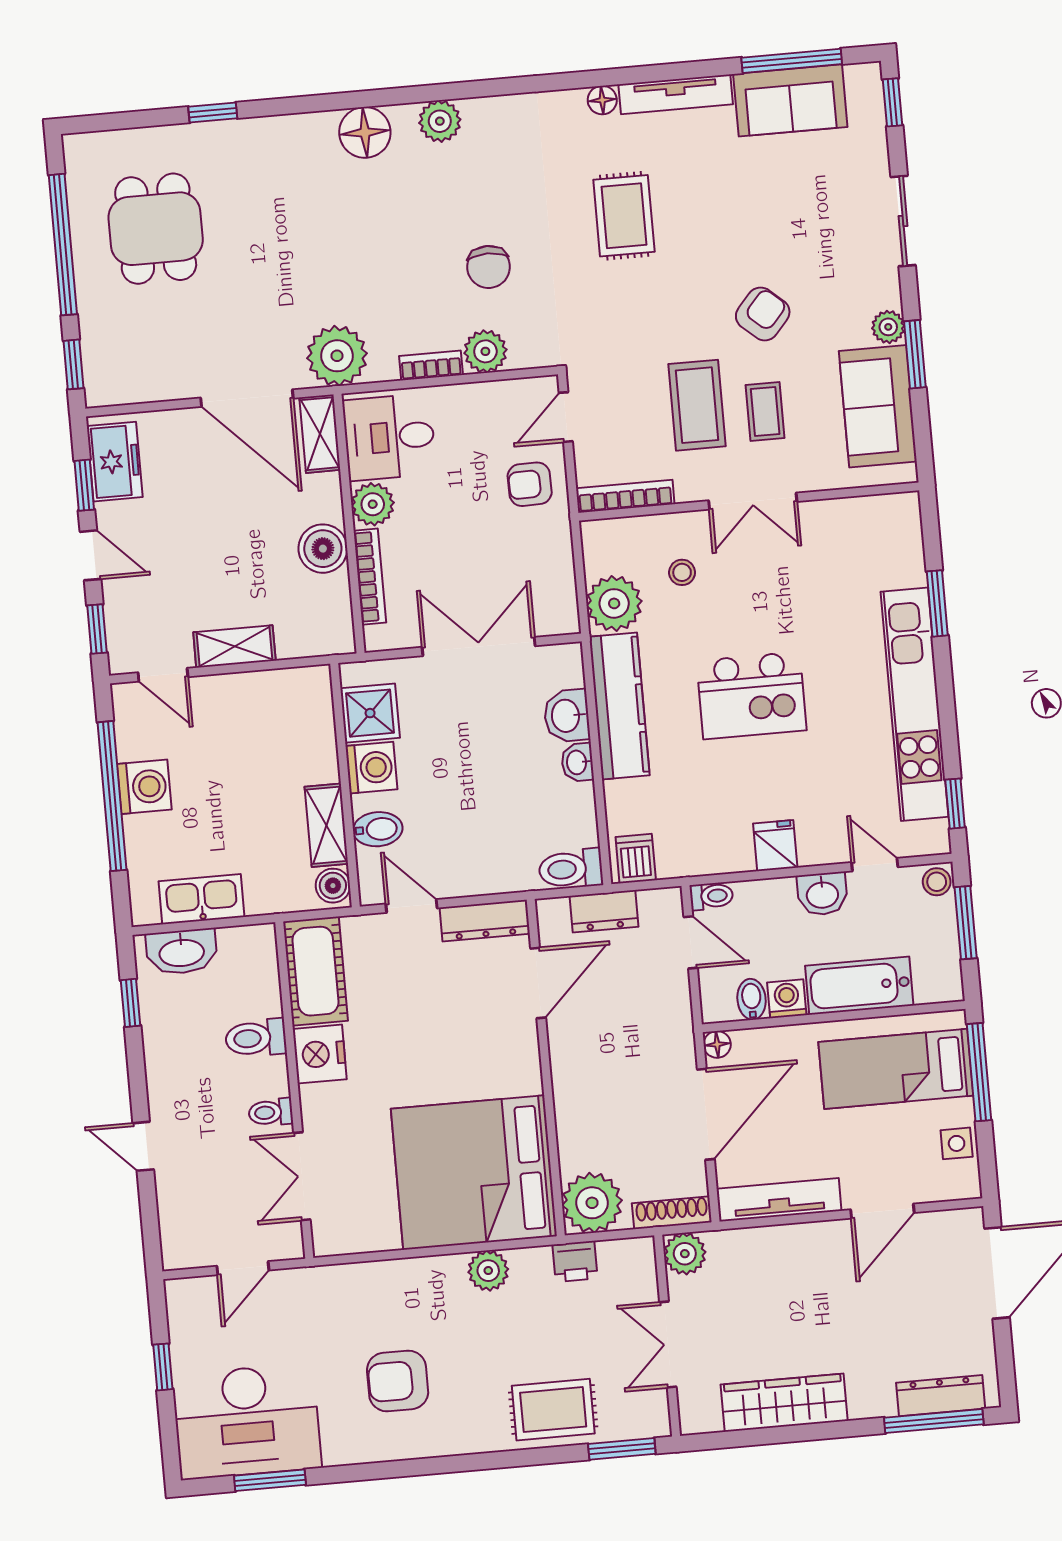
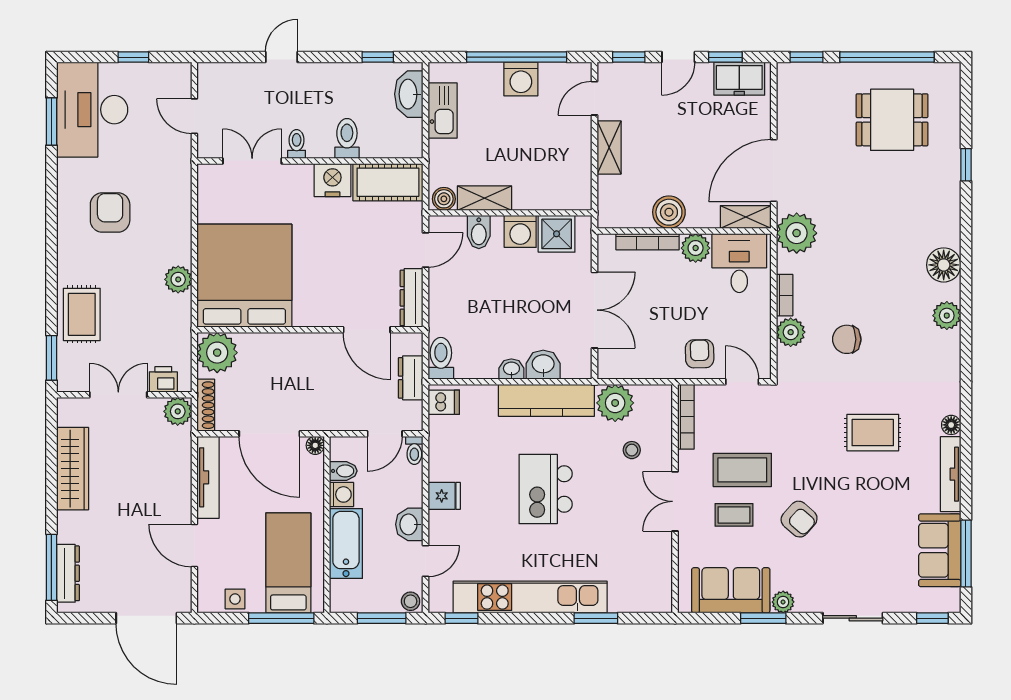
printer: (575, 1262) -> (163, 379), moved, turned 90

